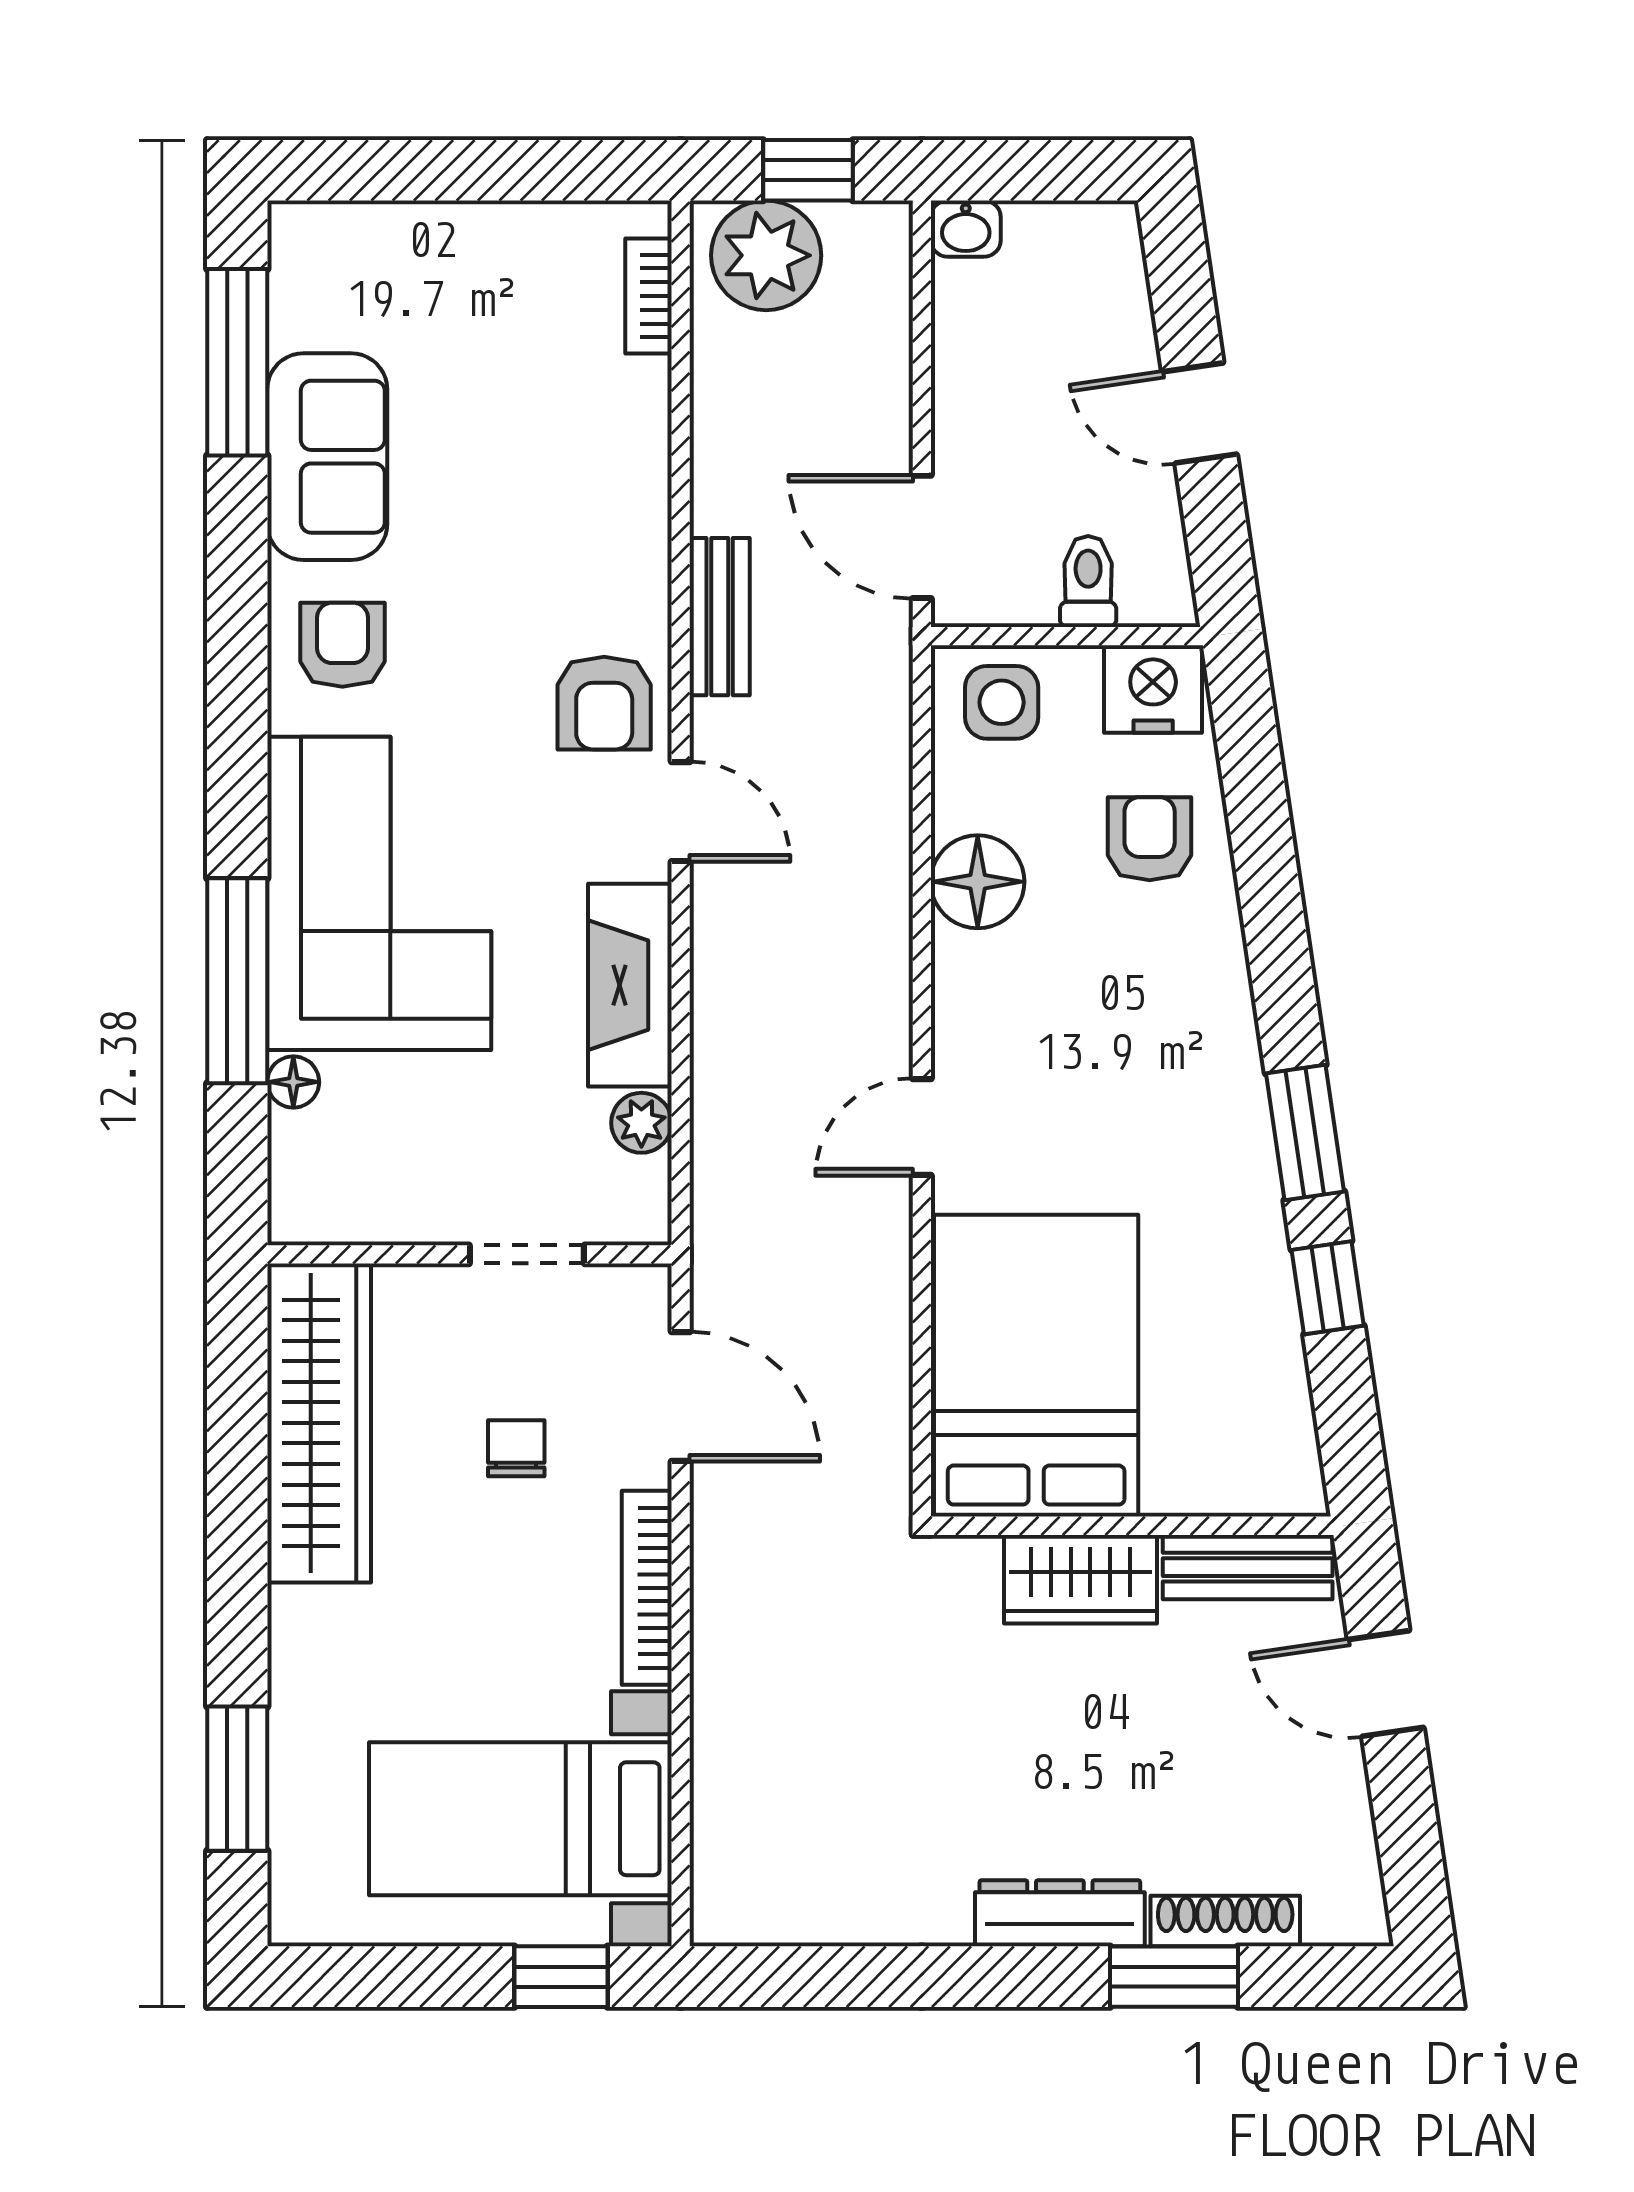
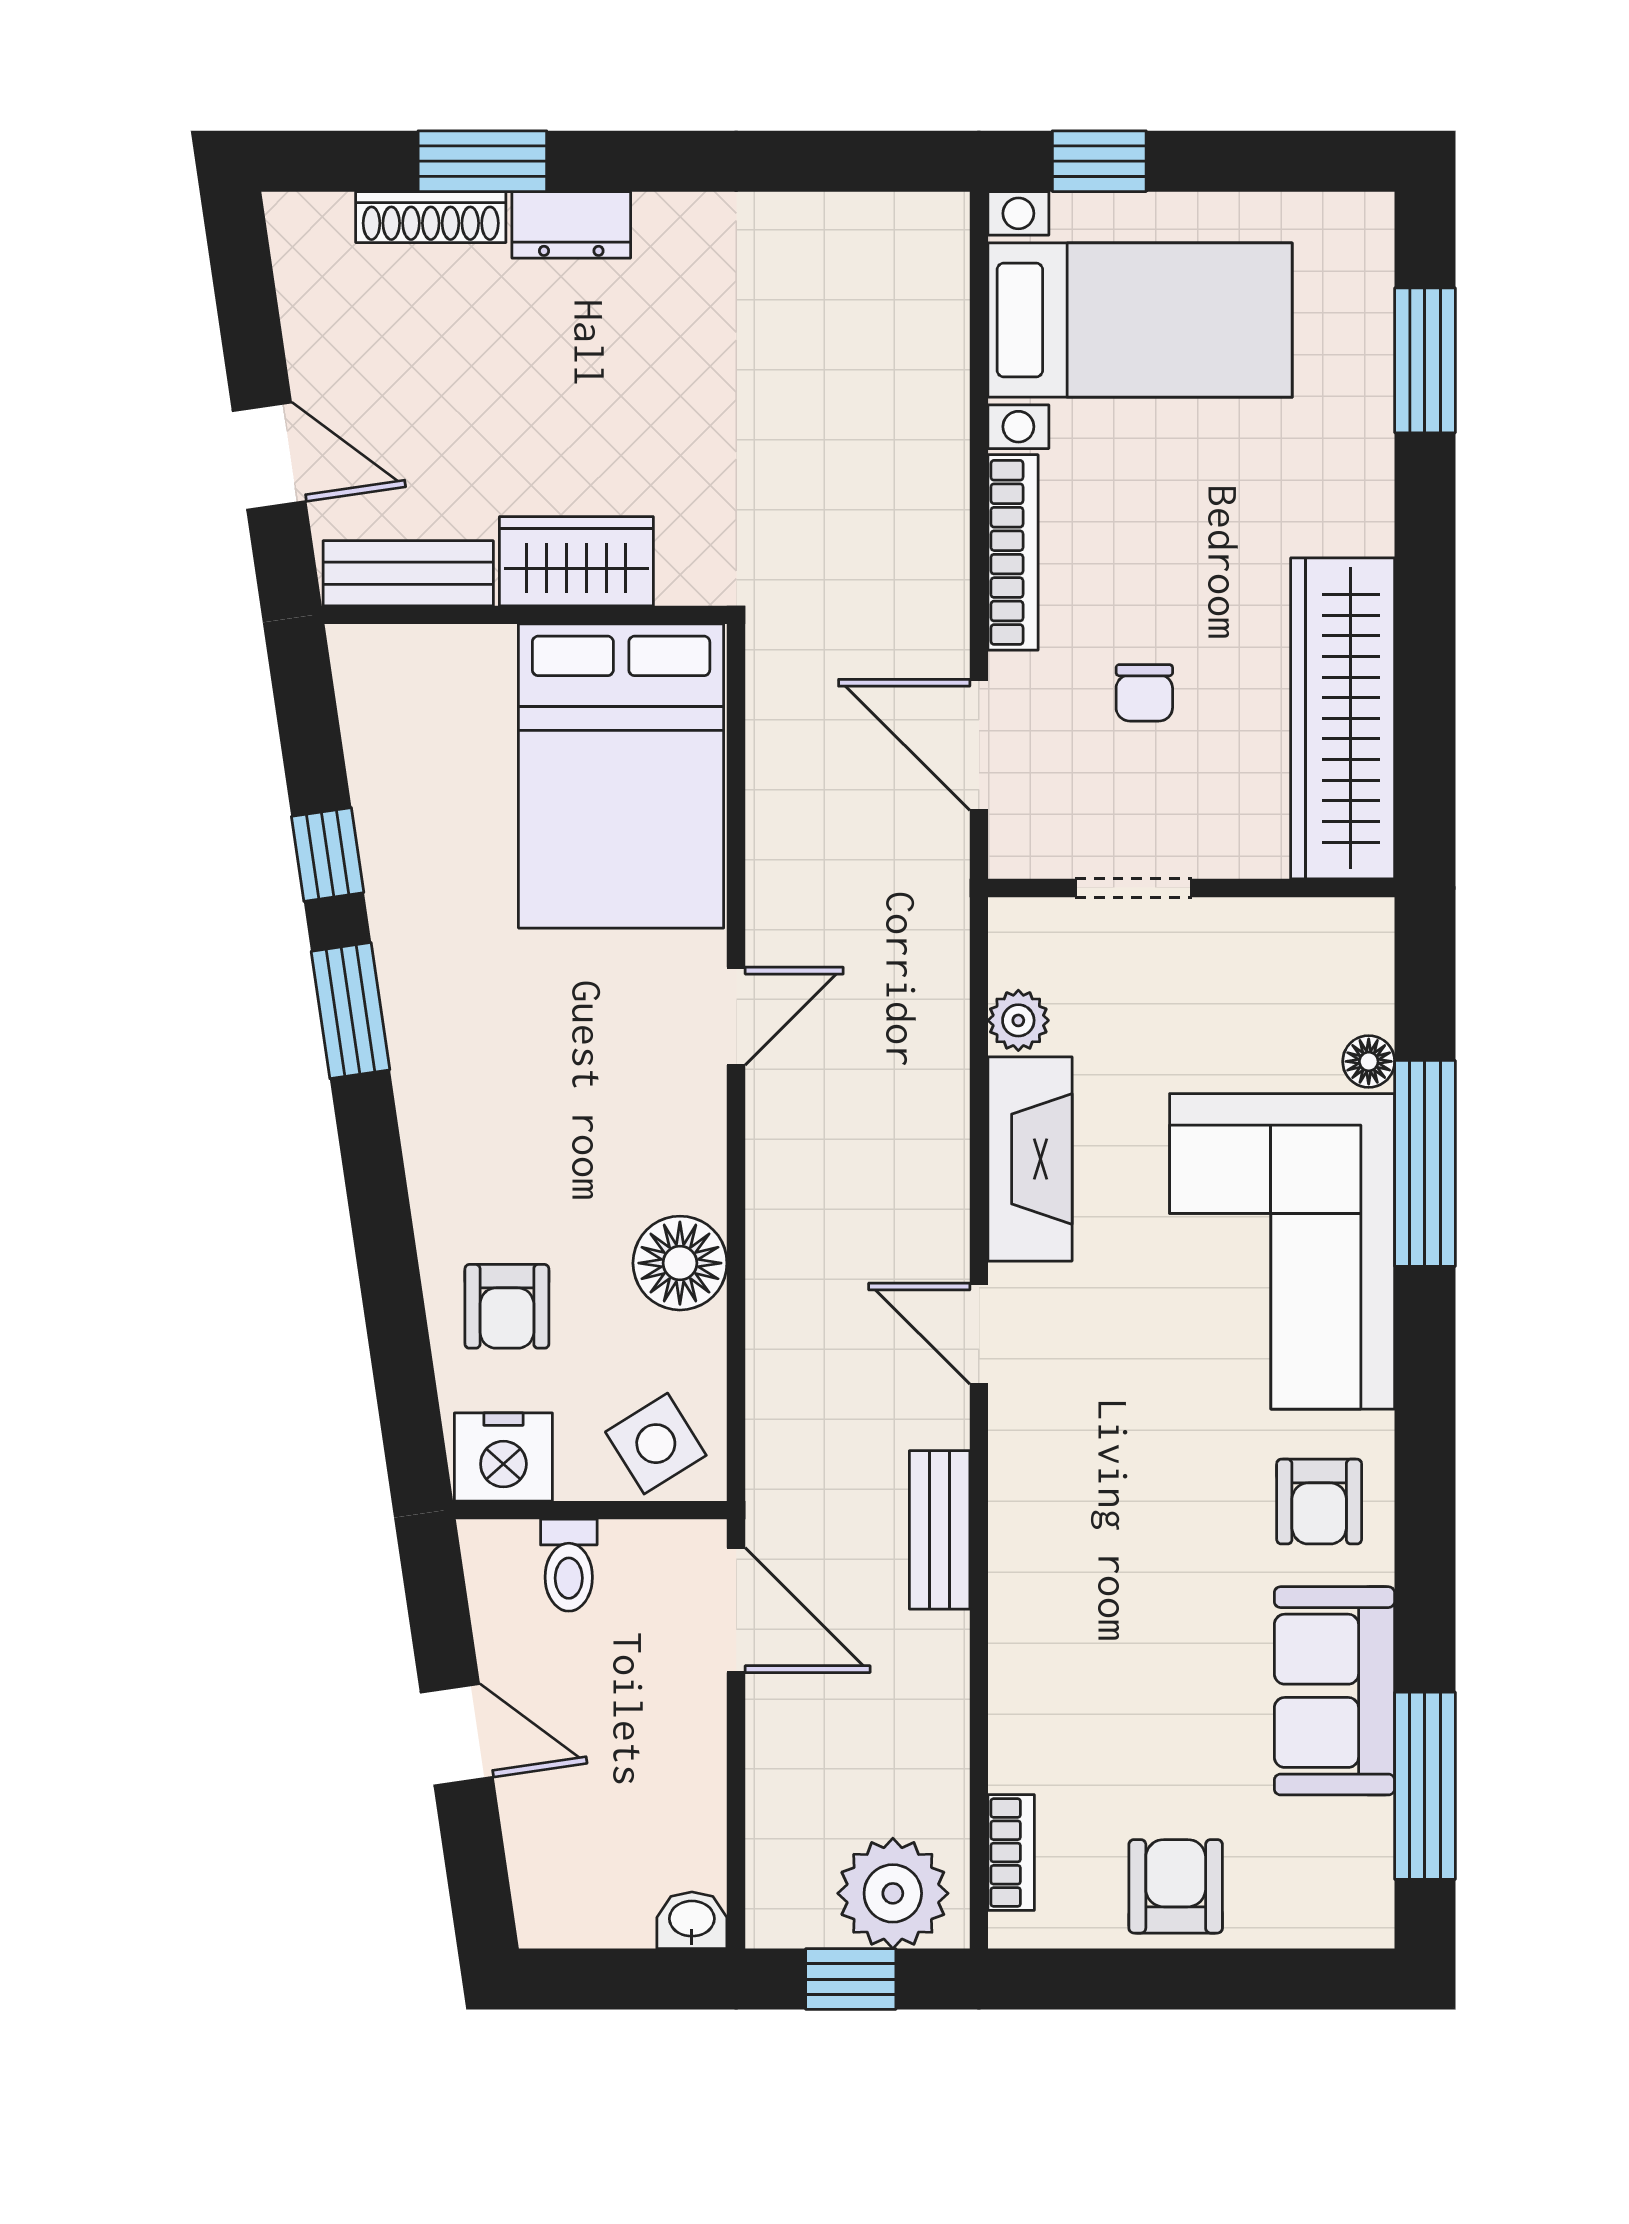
side table: (1002, 702) -> (656, 1444), turned -32
armchair: (604, 703) -> (1176, 1886), moved
dresser: (1060, 1913) -> (571, 225), width x0.70

